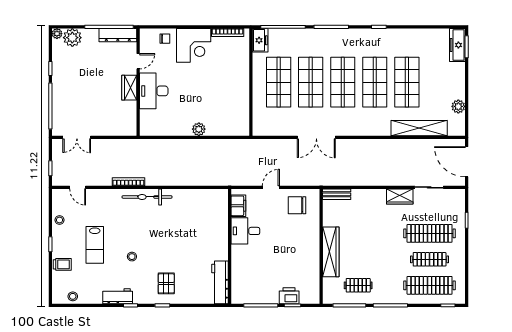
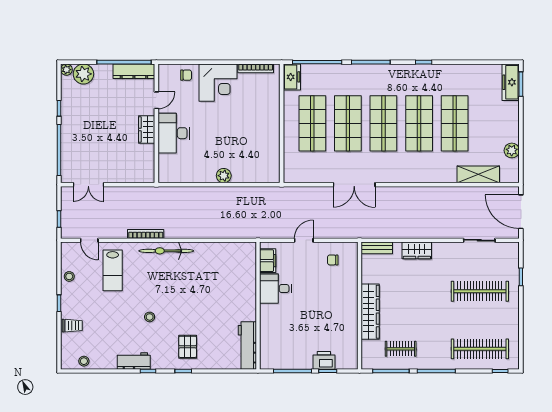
shelving: (419, 128) -> (478, 174), width x0.68
wardrobe: (400, 197) -> (417, 250), moved
chair: (297, 205) -> (333, 260), width x0.54, depth x0.54
lab bench: (95, 245) -> (113, 270), moved
clothes rail: (430, 259) -> (480, 320), removed

